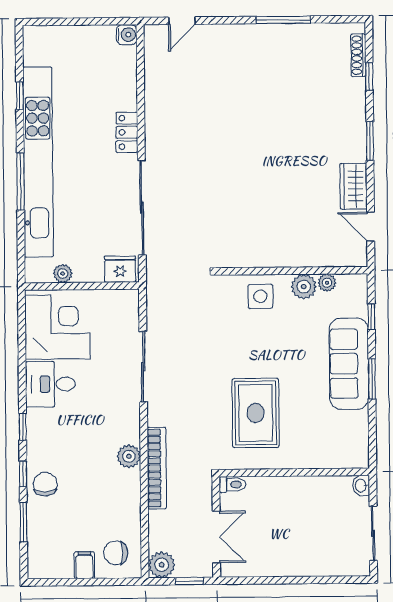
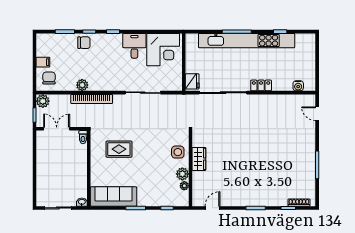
water cooler: (127, 35) -> (298, 86), moved
wardrobe: (353, 186) -> (199, 159), moved, turned 90
plant: (63, 274) -> (190, 52), removed
sofa: (349, 364) -> (114, 196), moved
rug: (256, 413) -> (119, 149), width x0.73, depth x0.70
plant: (129, 456) -> (82, 85), moved
double door: (216, 537) -> (57, 129), swing flipped

